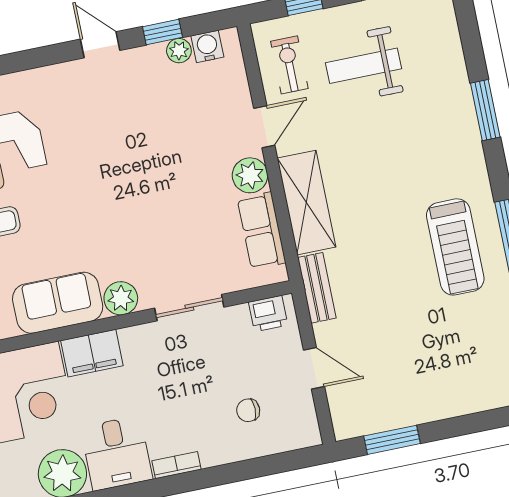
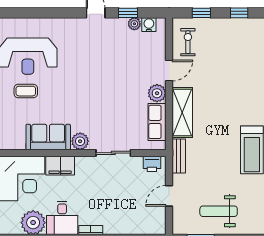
weight bench: (363, 66) -> (219, 211), moved
door: (314, 368) -> (169, 196), swing flipped
chair: (248, 410) -> (132, 210), removed

